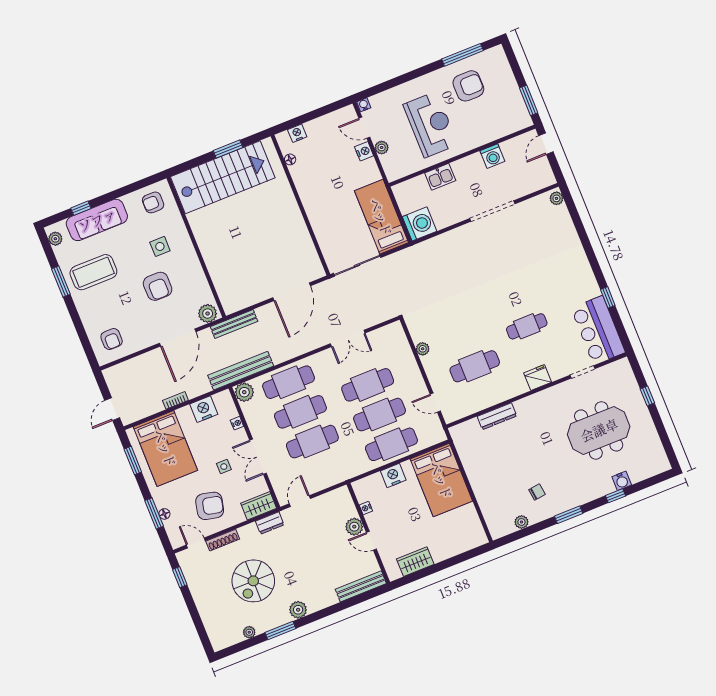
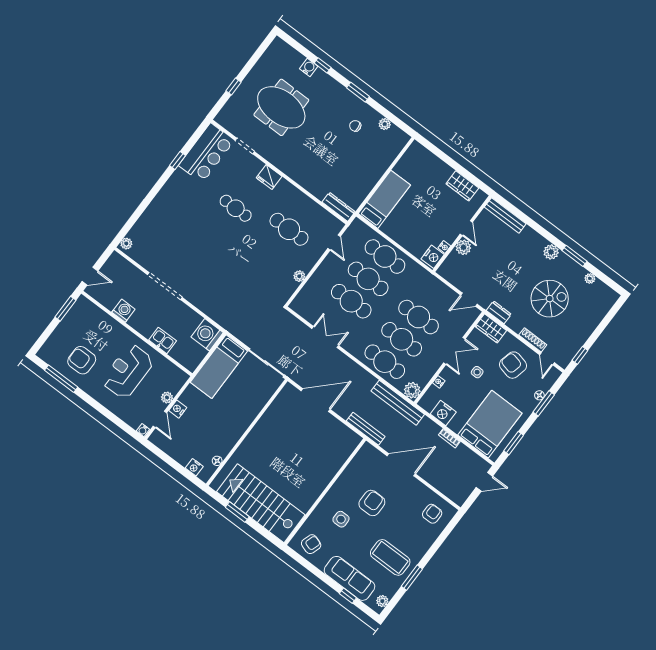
armchair: (153, 202) -> (311, 544), turned -72
plant: (208, 313) -> (370, 453), removed
dresser: (497, 416) -> (339, 207), moved
nightstand: (393, 476) -> (433, 257), moved, turned -90
bed: (441, 480) -> (384, 199), width x0.67

